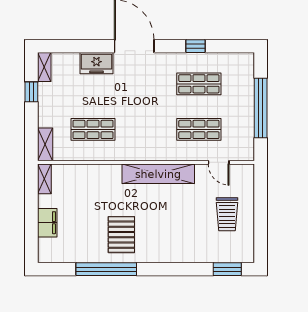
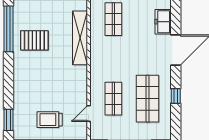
shop shelf: (199, 84) -> (148, 99), width x1.43, depth x1.36
shelving: (158, 174) -> (80, 38), moved

